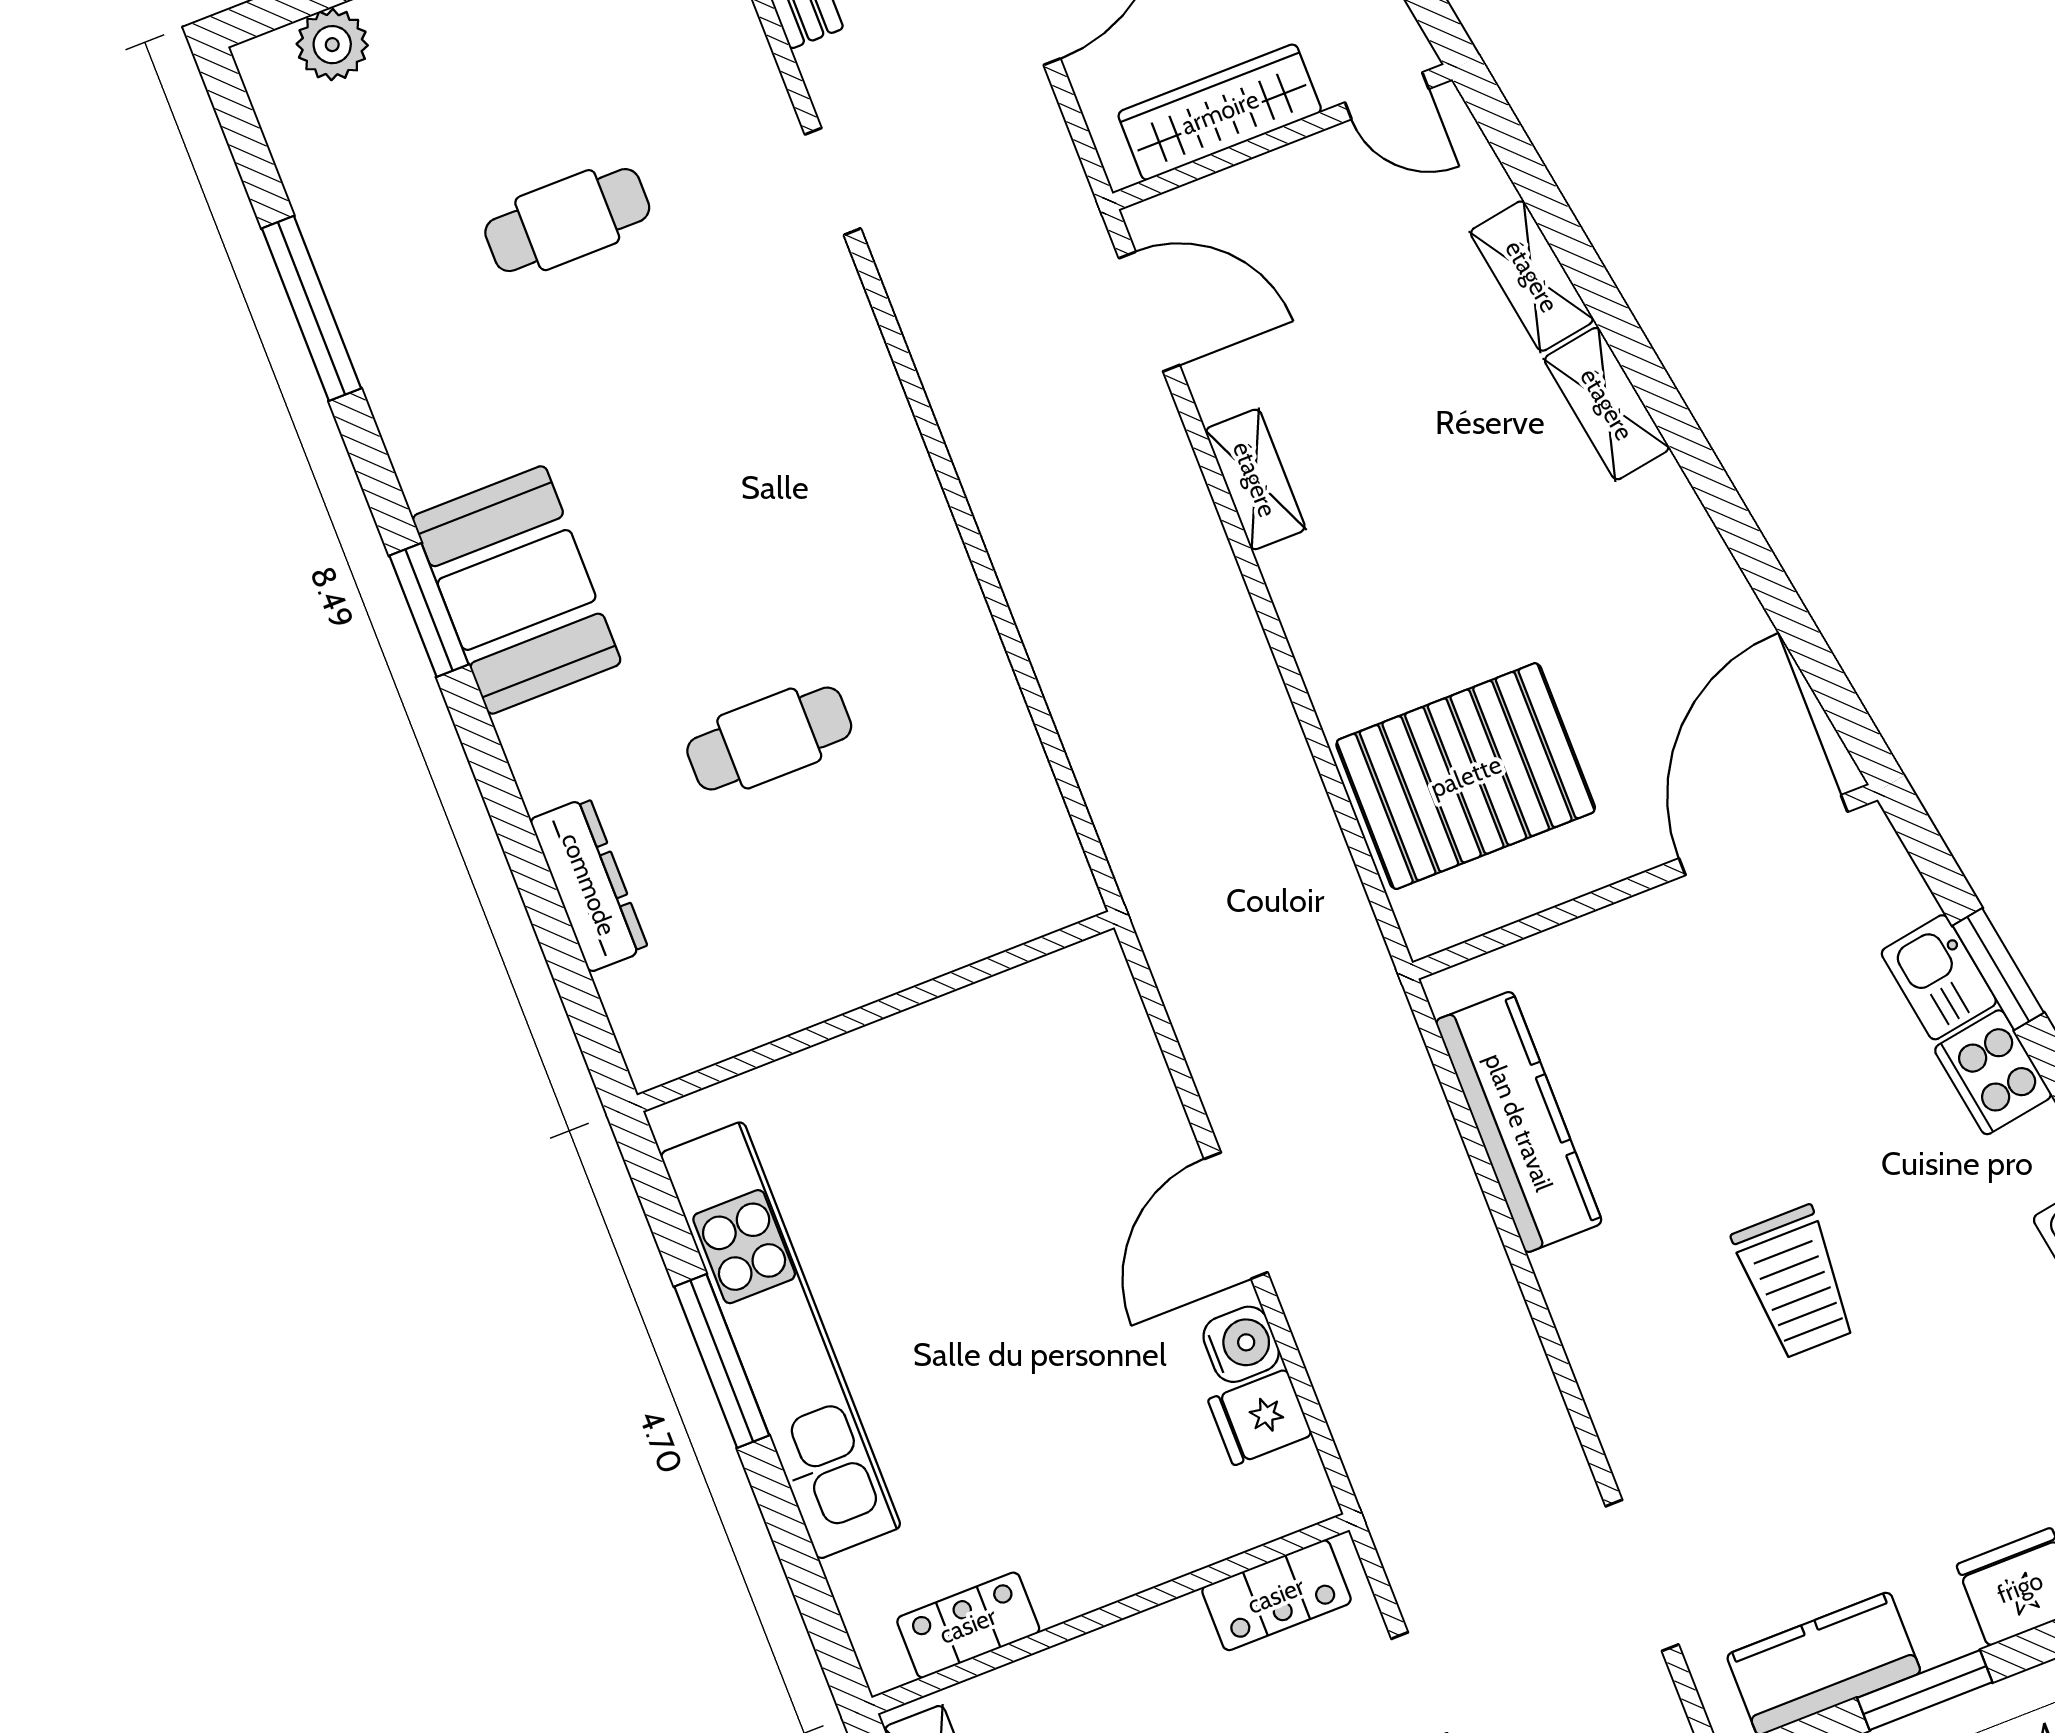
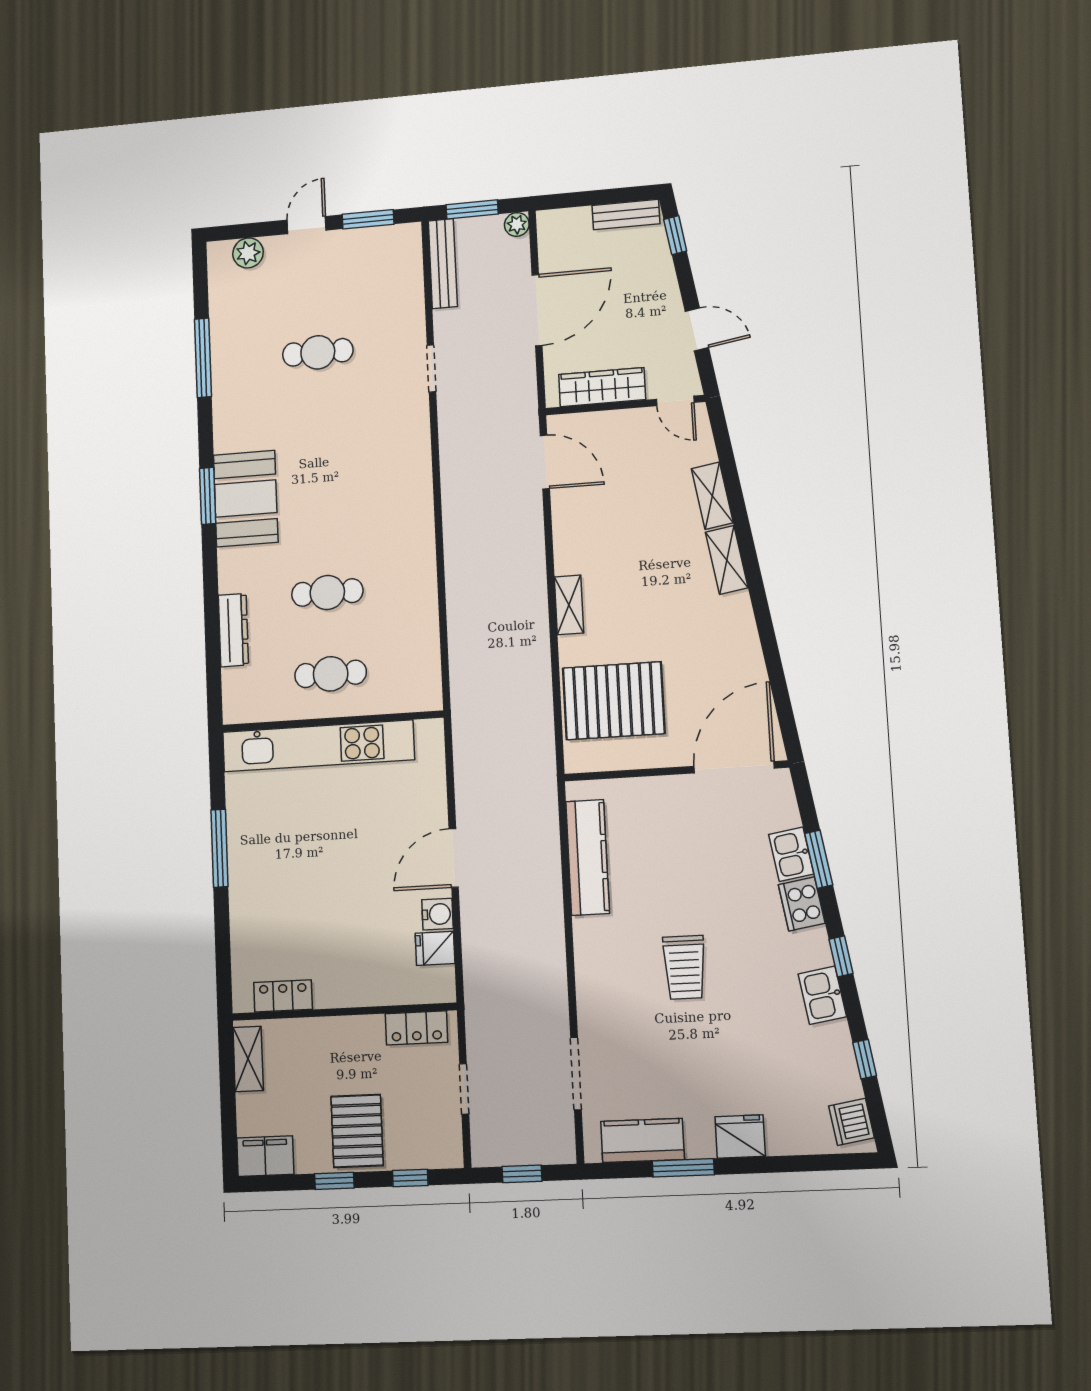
shelving: (1255, 479) -> (569, 605), moved
cafe table: (837, 911) -> (331, 674), added
kitchen unit: (781, 1340) -> (318, 746), moved, turned 90

